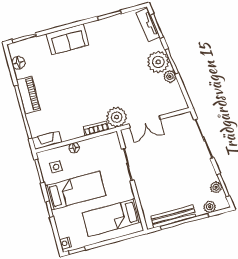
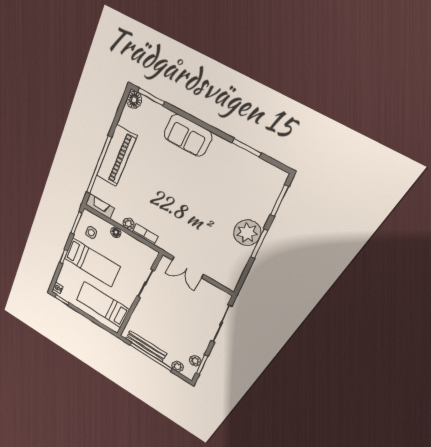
tv unit: (148, 25) -> (273, 192), removed
floor lamp: (18, 63) -> (134, 100), moved
plant: (170, 76) -> (244, 254), removed
piano: (28, 95) -> (116, 156), width x1.37, depth x1.33
plant: (117, 117) -> (128, 224), moved, width x0.53, depth x0.53

